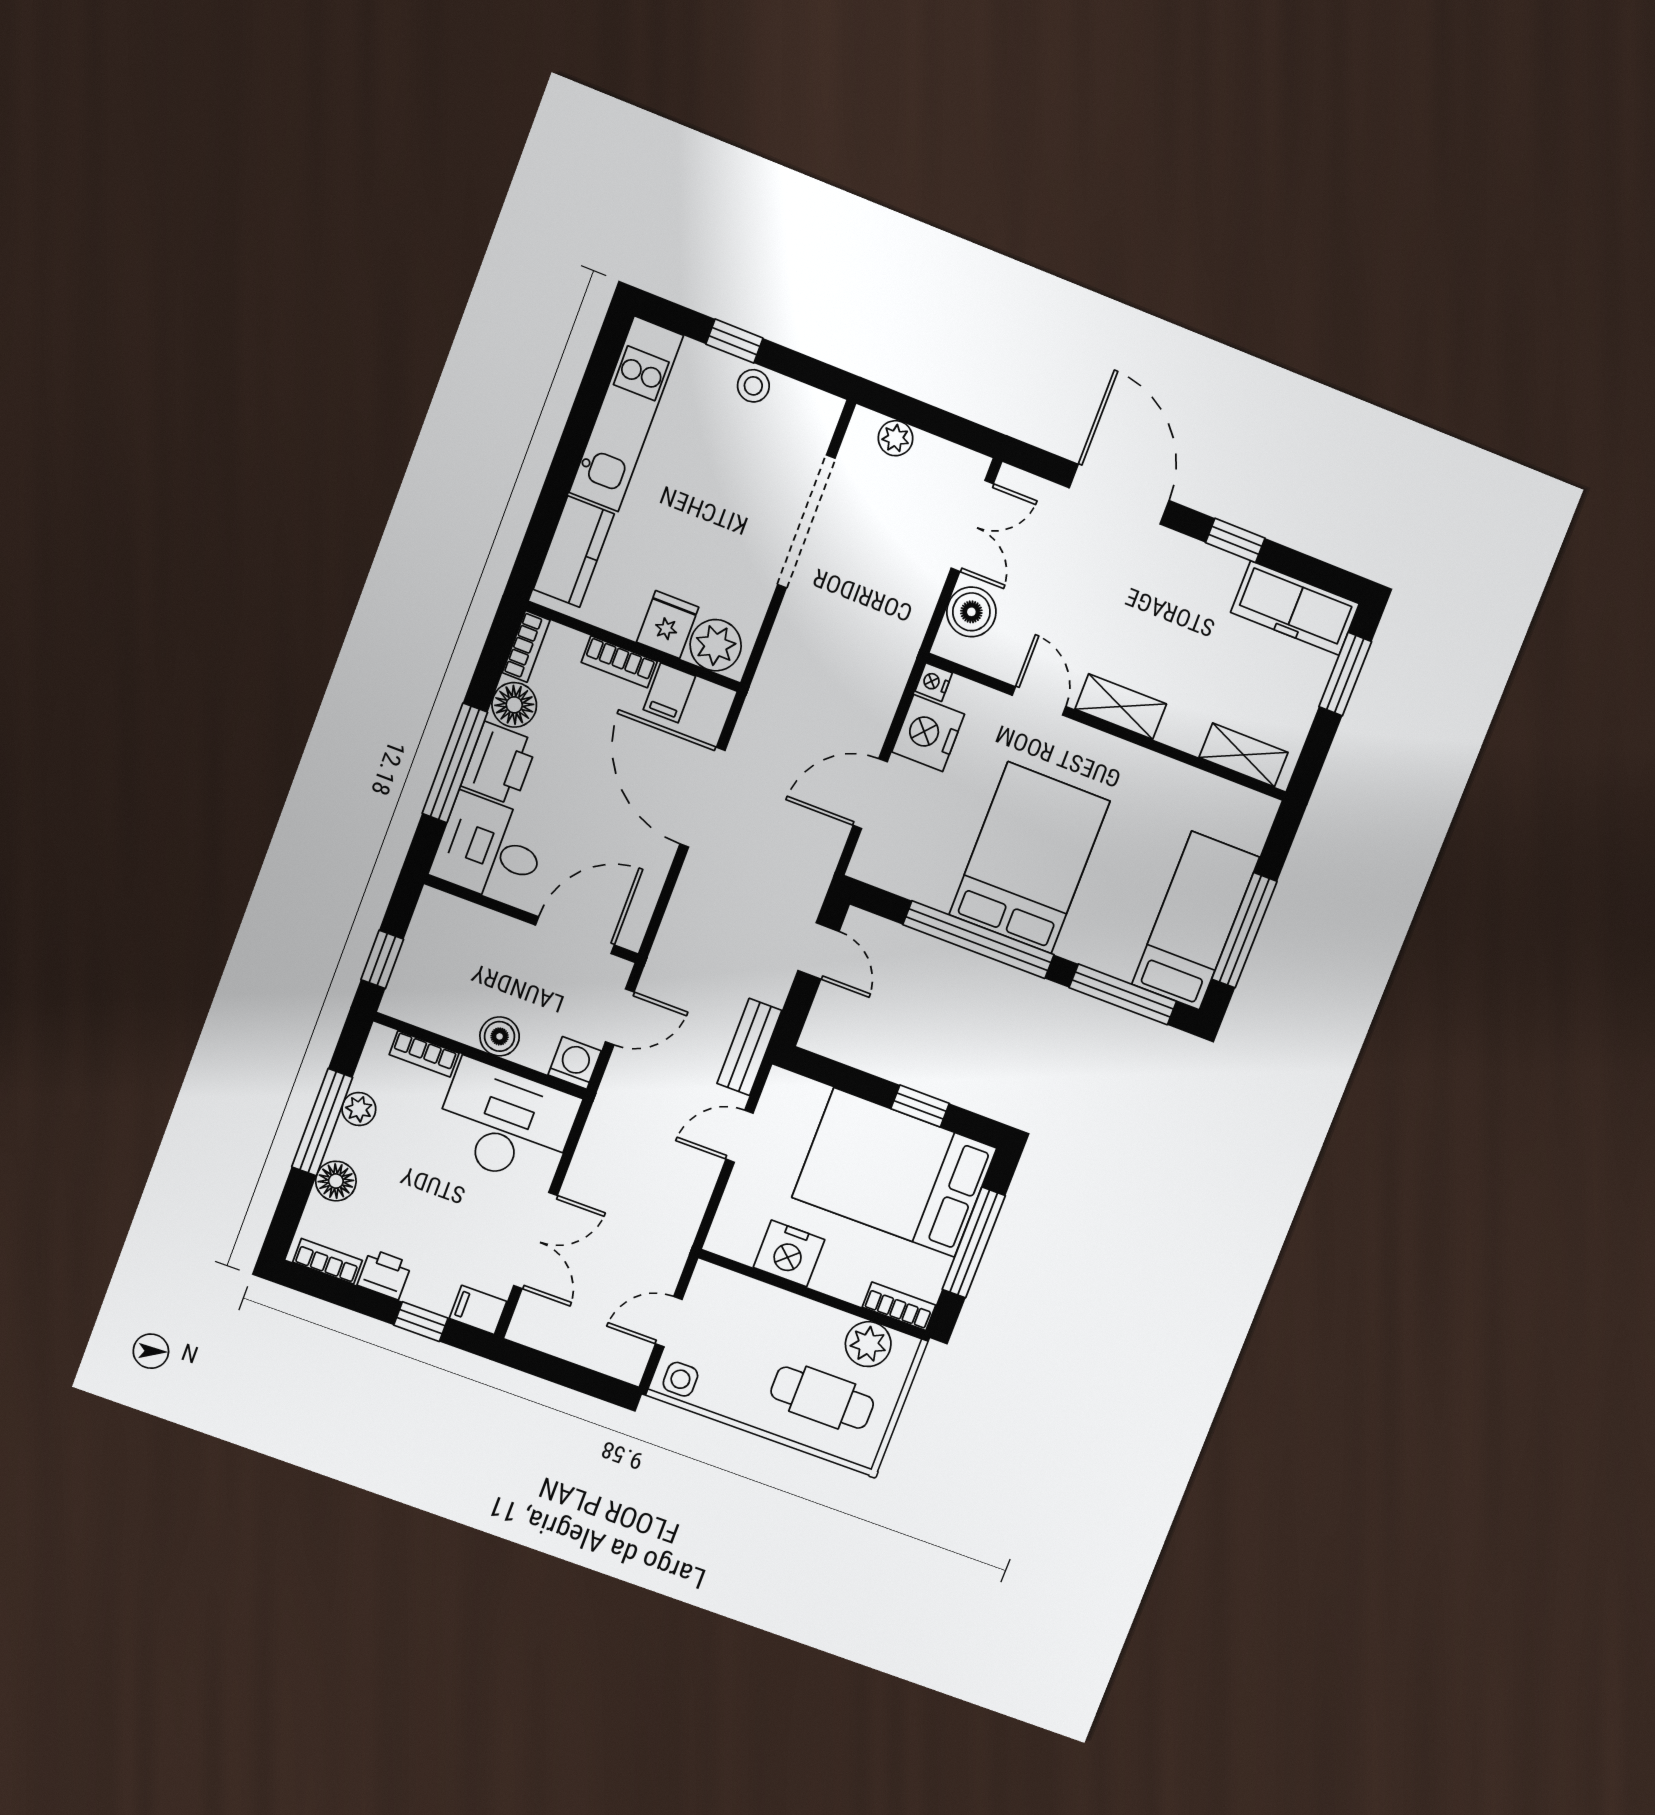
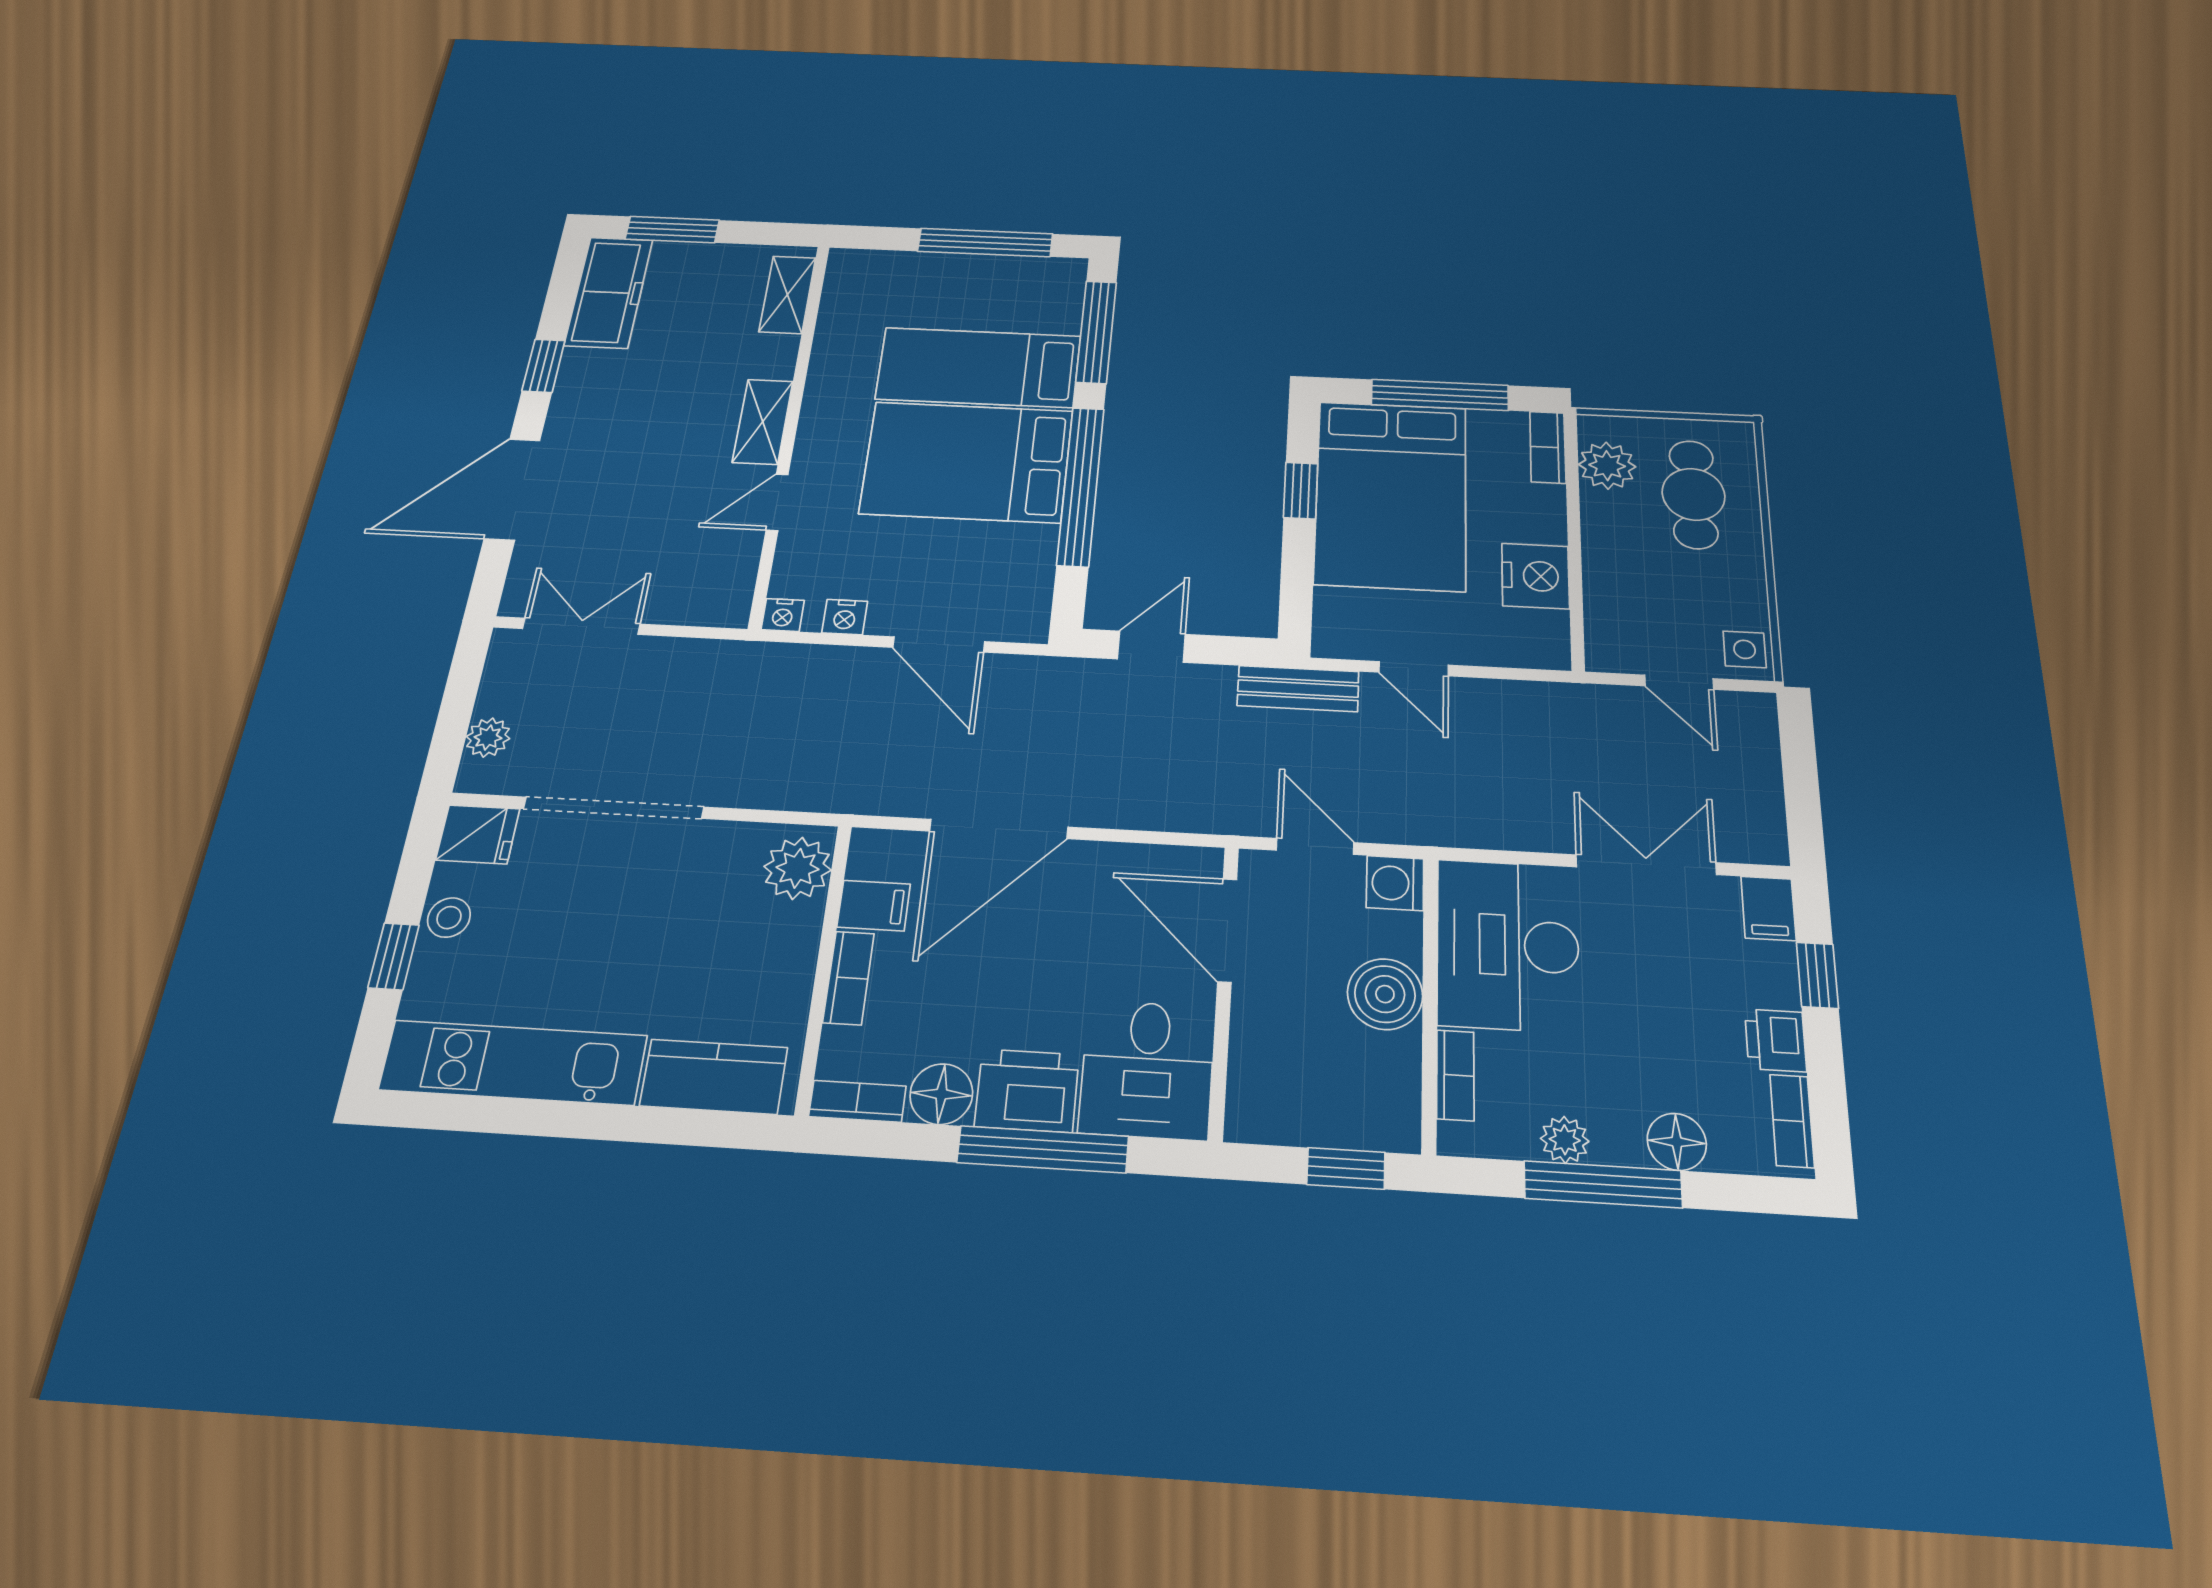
boiler: (971, 612) -> (687, 599), removed
fridge: (668, 625) -> (478, 834), moved, turned 180
nightstand: (928, 733) -> (845, 617), width x0.53, depth x0.56
bed: (1196, 921) -> (978, 367), moved
boiler: (500, 1036) -> (1385, 994), width x1.36, depth x1.36

